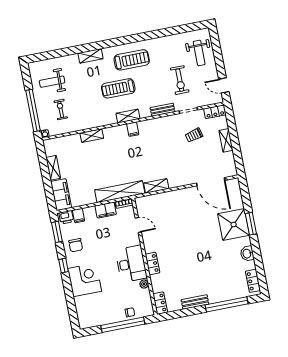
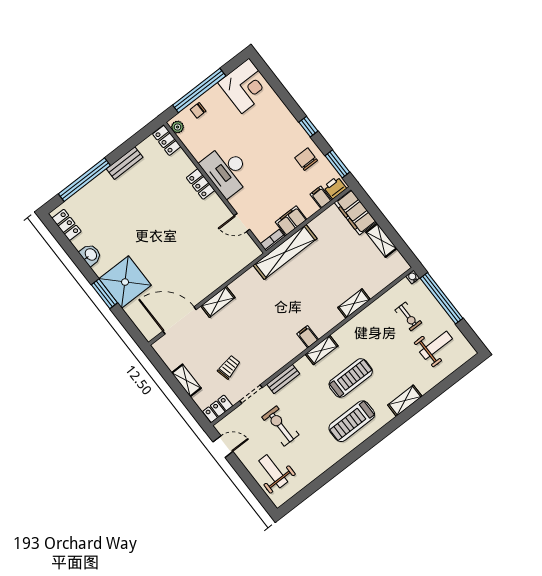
shelving: (156, 186) -> (218, 302), moved
corner desk: (85, 280) -> (245, 86), moved, turned -90
plant: (144, 284) -> (178, 127), moved

